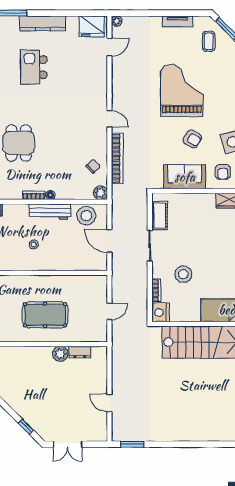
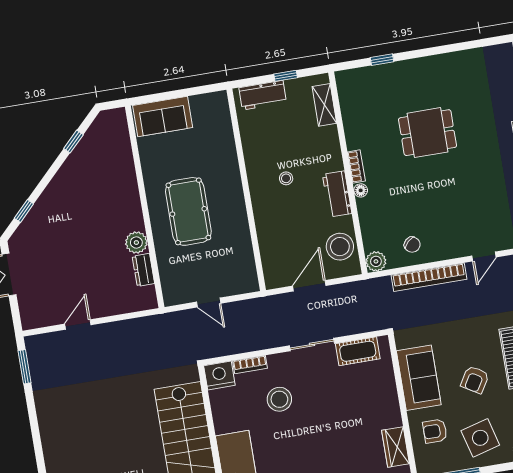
workbench: (50, 212) -> (337, 194), width x0.73

